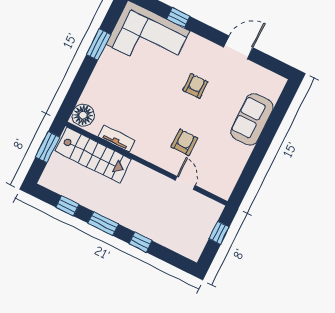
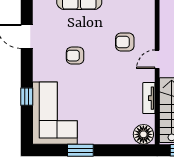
door: (185, 183) -> (157, 59), moved

